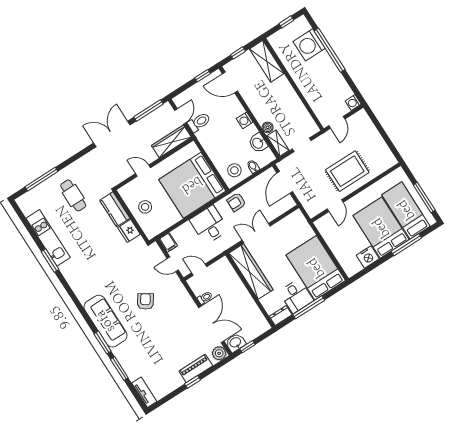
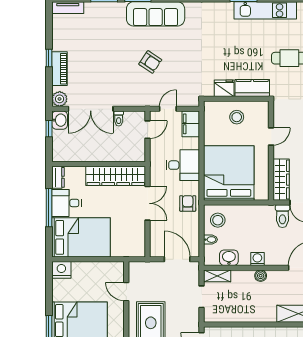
boiler: (268, 127) -> (261, 276), moved
filing cabinet: (168, 242) -> (191, 124), width x2.00
nightstand: (368, 257) -> (61, 270), moved, turned 90

